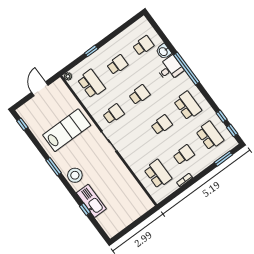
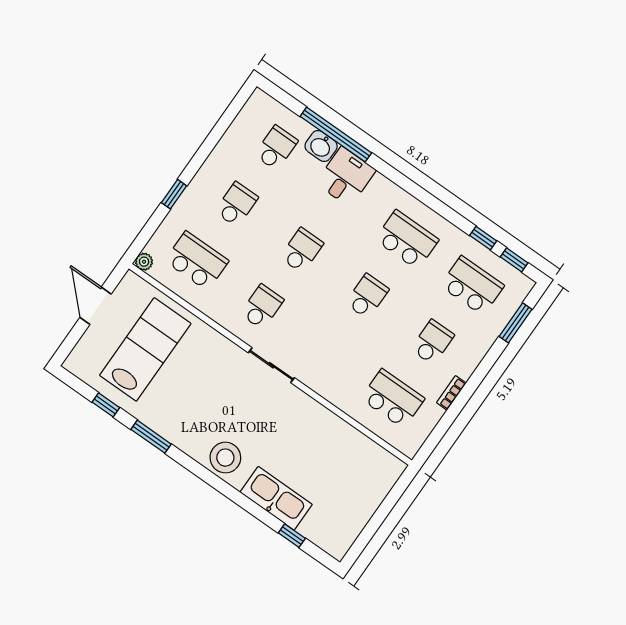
window: (186, 69) -> (336, 135), moved
window: (22, 124) -> (106, 405), moved
lab bench: (67, 130) -> (145, 349), moved
window: (54, 167) -> (151, 437), moved
window: (85, 209) -> (292, 536), moved

